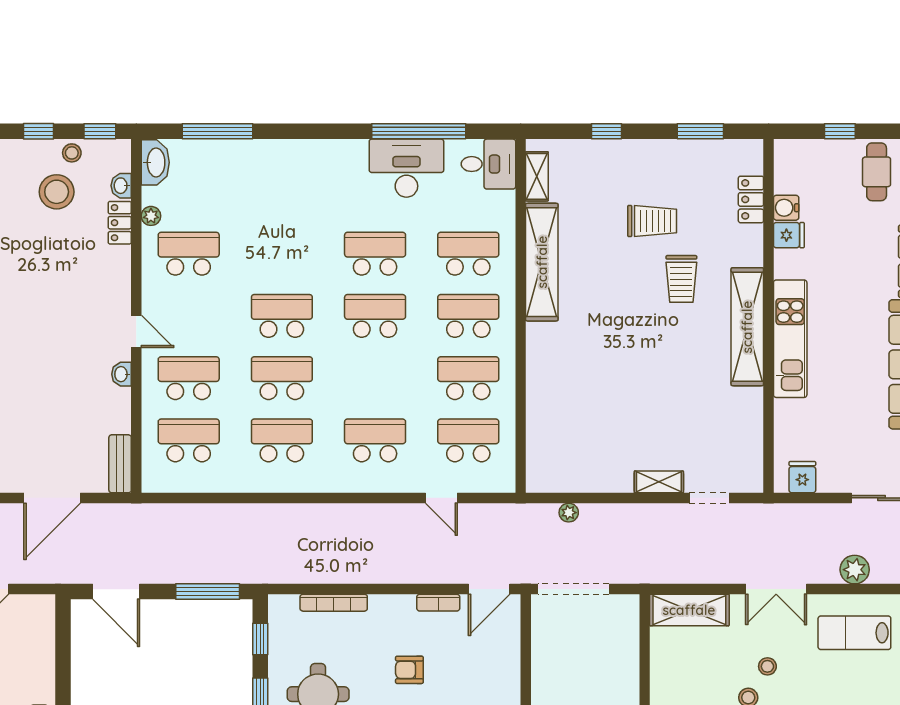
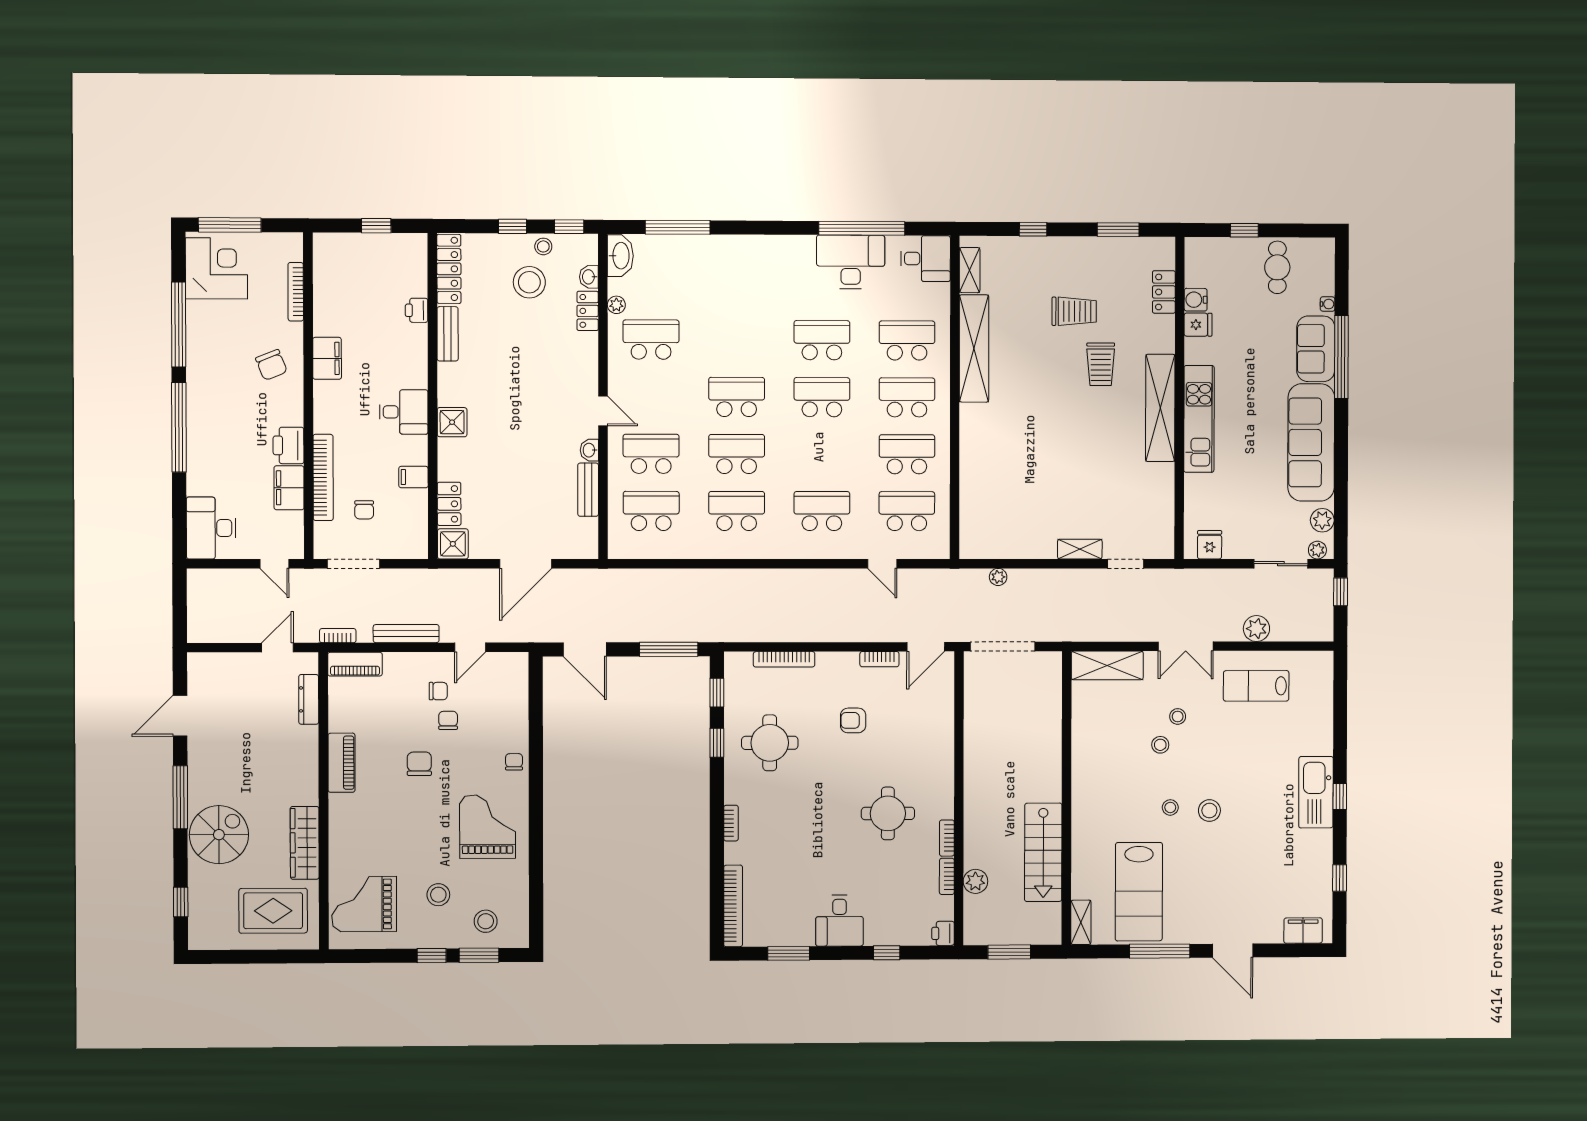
bench: (120, 464) -> (588, 490), moved

